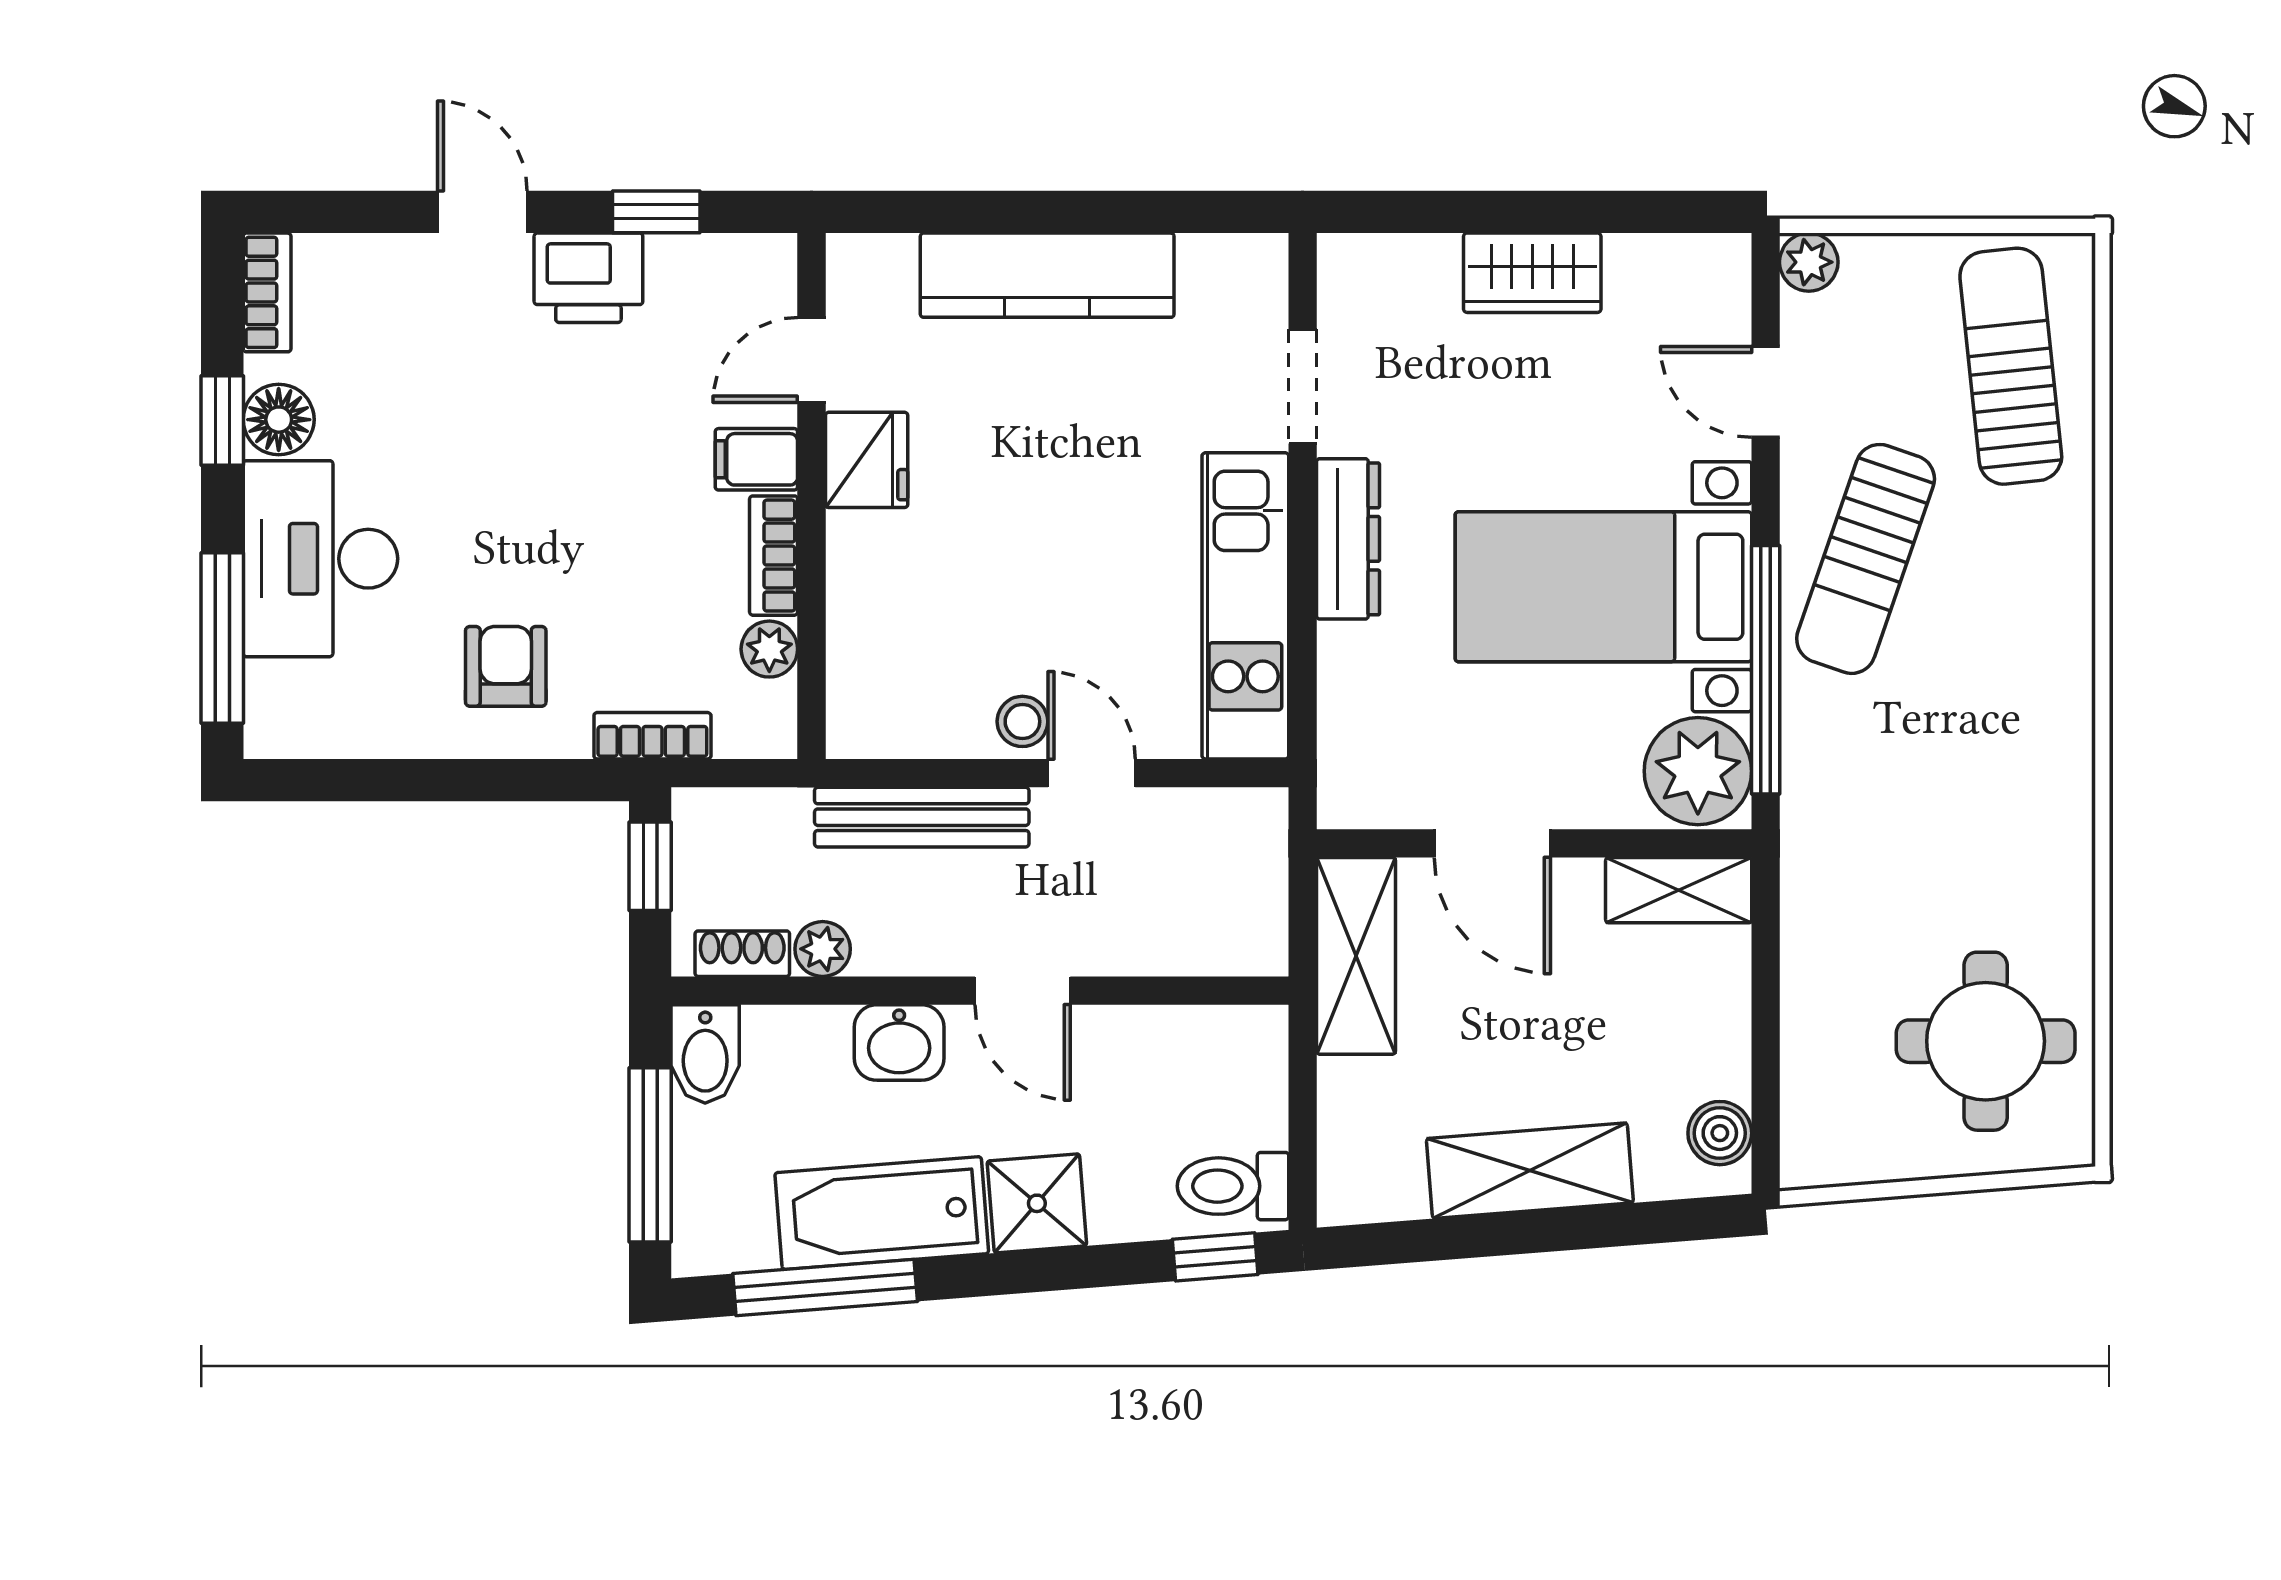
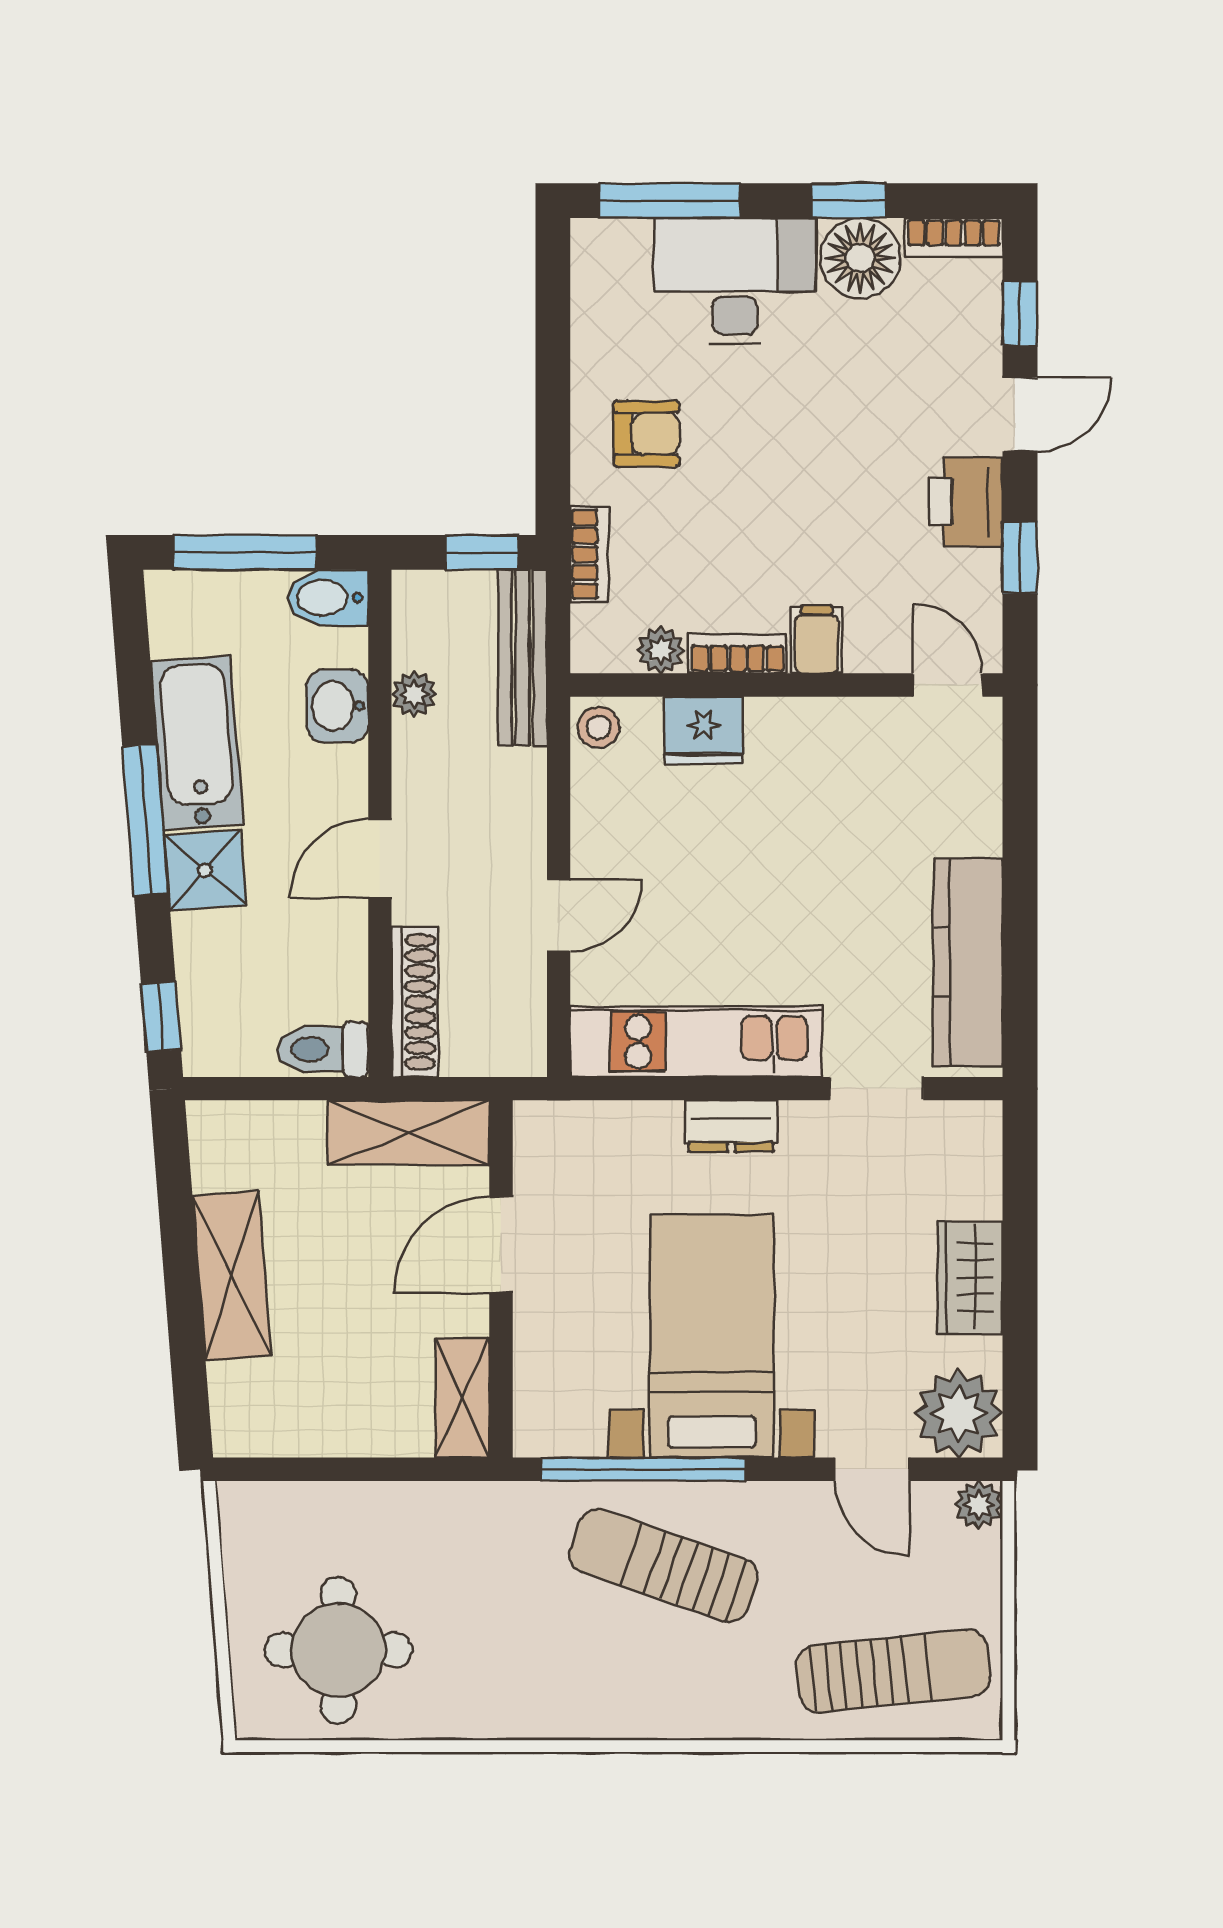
window: (360, 212) -> (1020, 314), added
kitchen counter: (1047, 275) -> (968, 962), moved
door: (812, 360) -> (948, 685), moved
door: (1766, 392) -> (872, 1469), swing flipped
floor lamp: (279, 420) -> (860, 258), width x1.38, depth x1.38
fridge: (867, 460) -> (703, 730), moved
dresser: (1348, 539) -> (731, 1126), width x0.70
sun lounger: (1866, 559) -> (663, 1565), moved
stool: (1022, 721) -> (599, 727), moved
plant: (1698, 771) -> (959, 1414), moved
bench: (922, 817) -> (522, 658), moved
shoe rack: (742, 954) -> (415, 1002), moved, width x1.94, depth x1.24
washbasin: (899, 1043) -> (337, 706), moved
boiler: (1720, 1133) -> (263, 1432), removed
toilet: (1233, 1186) -> (323, 1049), moved, turned -90
window: (825, 1288) -> (146, 820), moved

